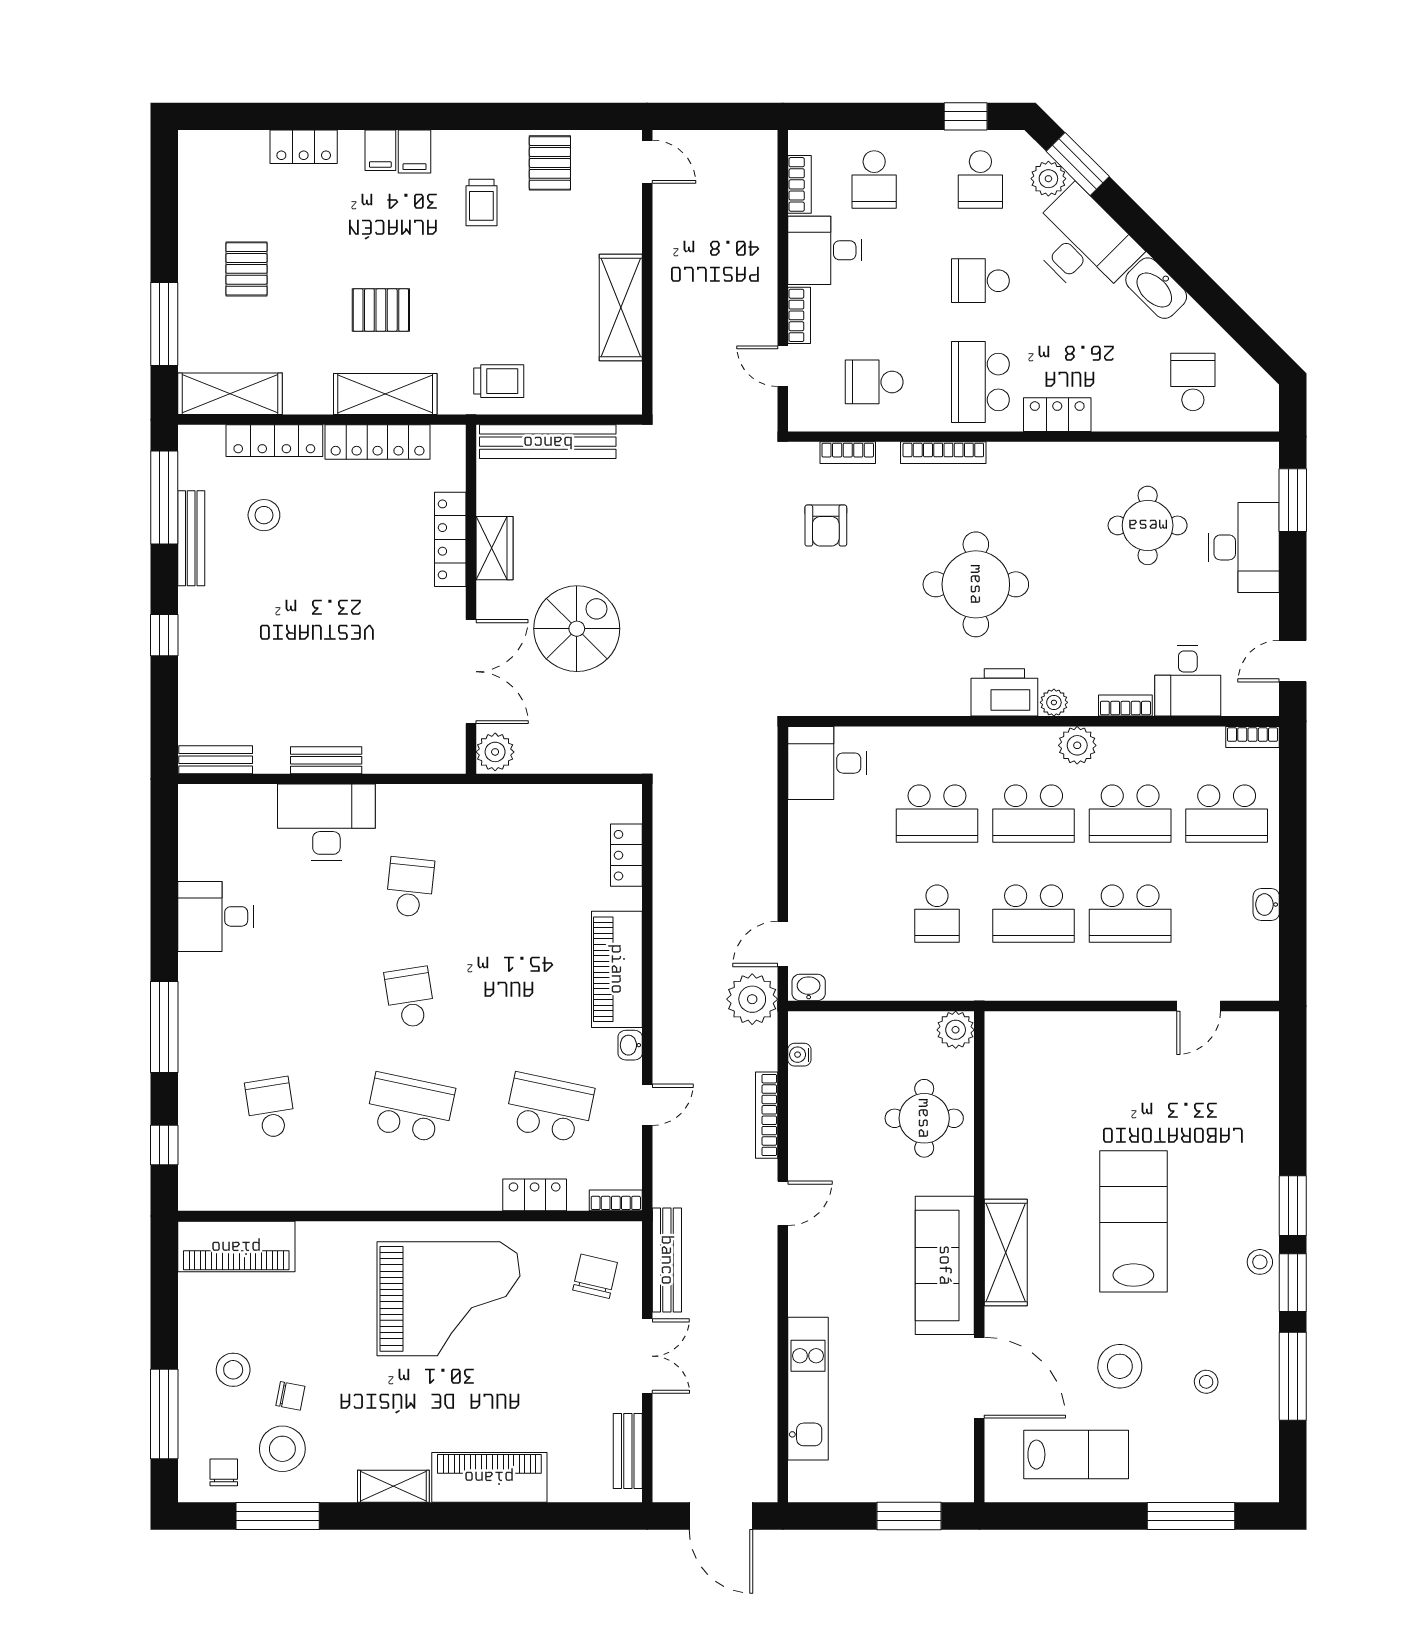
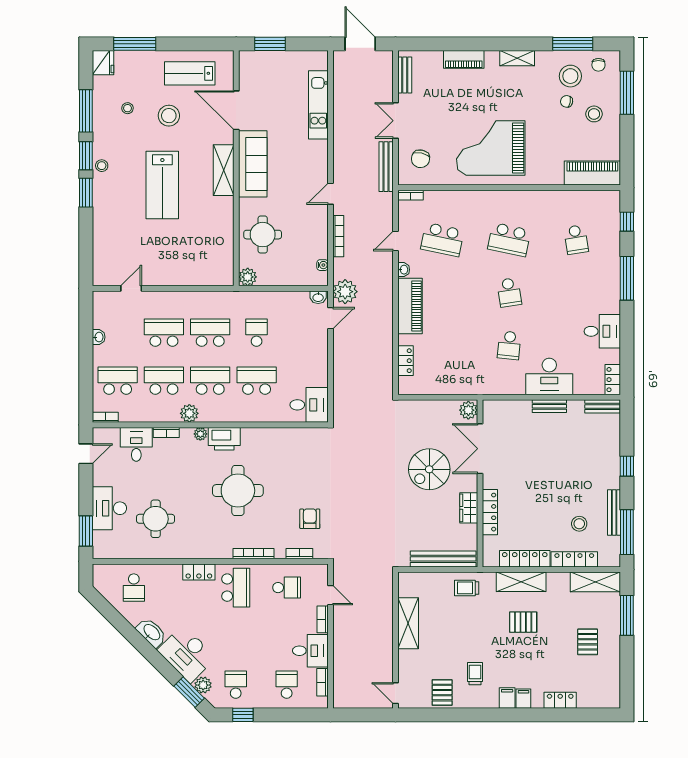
school desk: (980, 281) -> (236, 636), removed
locker: (535, 1195) -> (613, 380), moved, turned 90
piano: (489, 1477) -> (464, 59), width x0.73, depth x0.75
fridge: (1257, 1477) -> (103, 63), added

